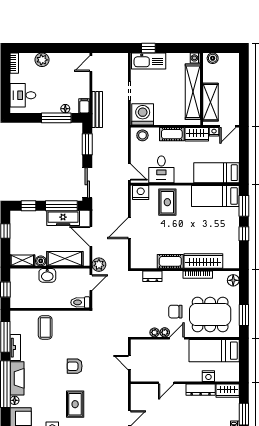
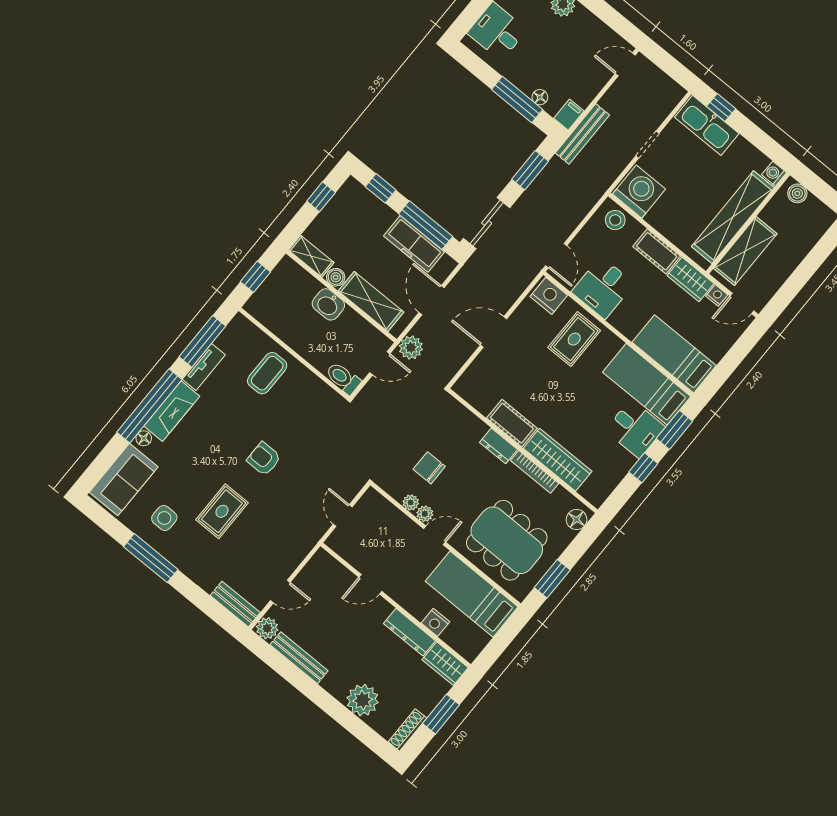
desk: (226, 220) -> (635, 429), added
dresser: (152, 276) -> (499, 446), moved
chair: (175, 312) -> (429, 468), moved

